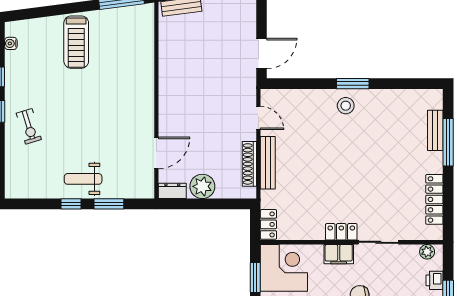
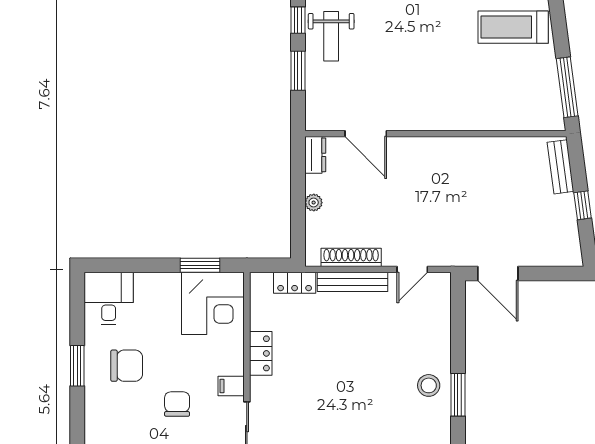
weight bench: (83, 179) -> (331, 36), turned 180
plant: (202, 186) -> (314, 203), width x0.53, depth x0.53
locker: (268, 224) -> (295, 283), moved
locker: (341, 232) -> (261, 353), moved
filing cabinet: (339, 254) -> (231, 386), width x0.50

